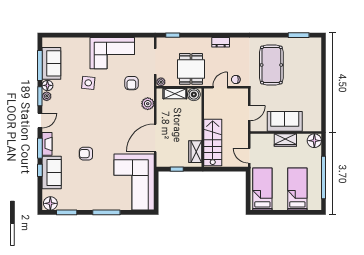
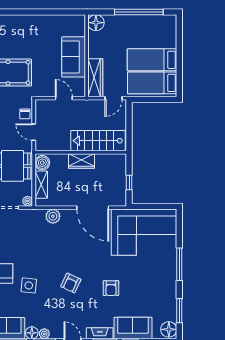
armchair: (131, 83) -> (71, 283), moved, turned 115
wardrobe: (285, 140) -> (95, 78), moved, width x1.50
wardrobe: (195, 152) -> (82, 161), moved
bed: (297, 189) -> (152, 60), moved

